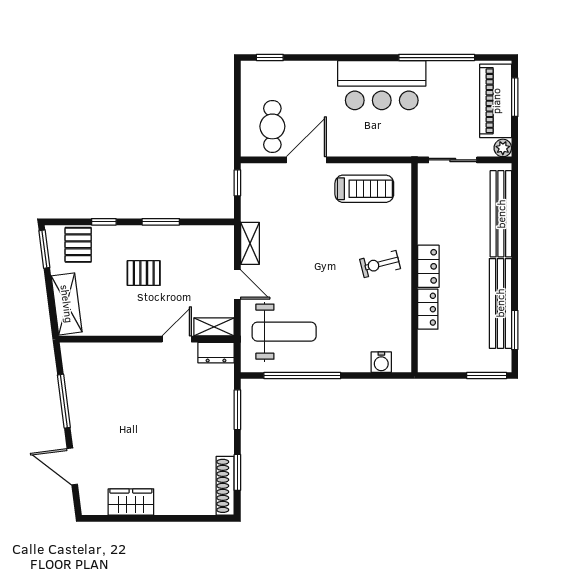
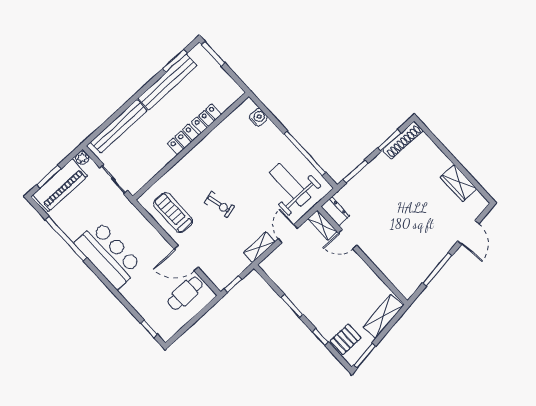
exercise bike: (380, 264) -> (219, 205), moved
pallet: (144, 273) -> (328, 290), removed

